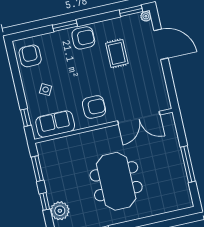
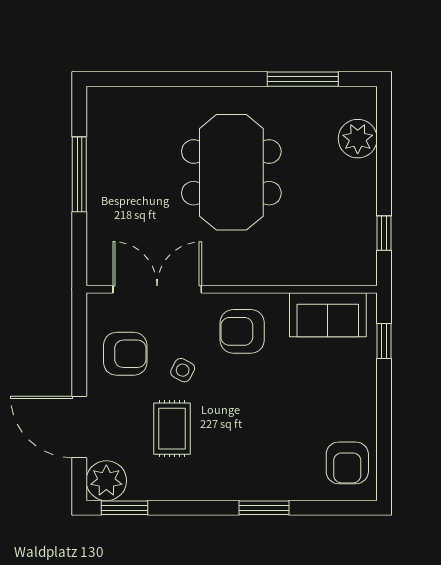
plant: (146, 16) -> (106, 481), width x1.87, depth x1.87
armchair: (83, 38) -> (125, 354), moved, turned 180
side table: (46, 90) -> (183, 370), moved
window: (37, 169) -> (384, 233), width x0.67
window: (45, 201) -> (384, 164), removed

